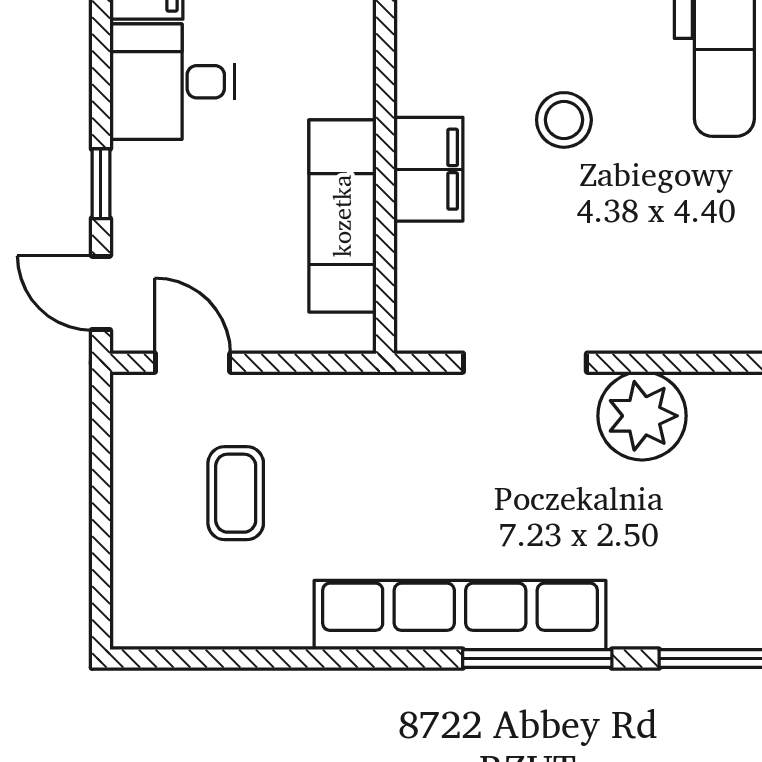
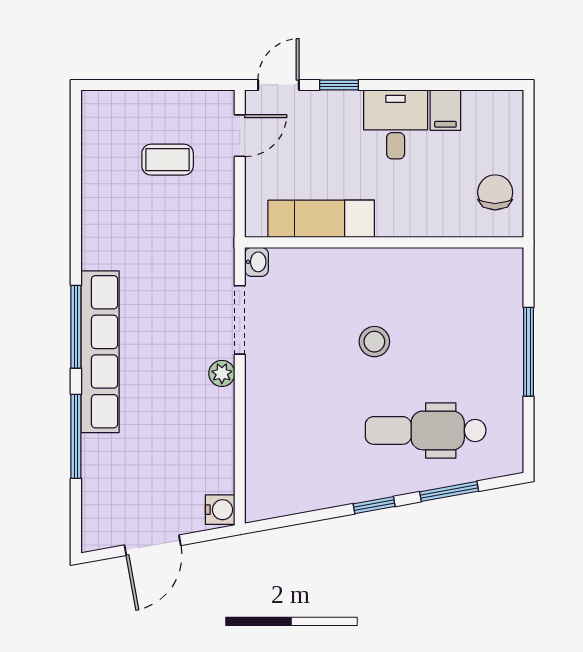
filing cabinet: (428, 169) -> (347, 266), removed
washbasin: (420, 333) -> (257, 262), added
plant: (642, 416) -> (222, 373), width x0.53, depth x0.53
row of seats: (460, 615) -> (100, 352), moved

